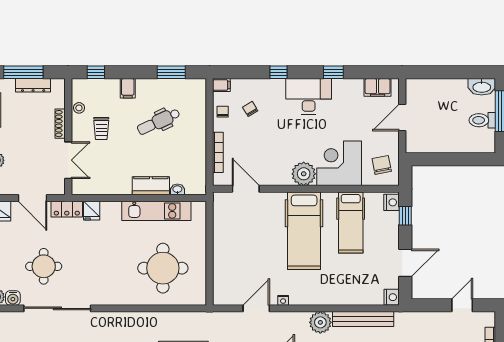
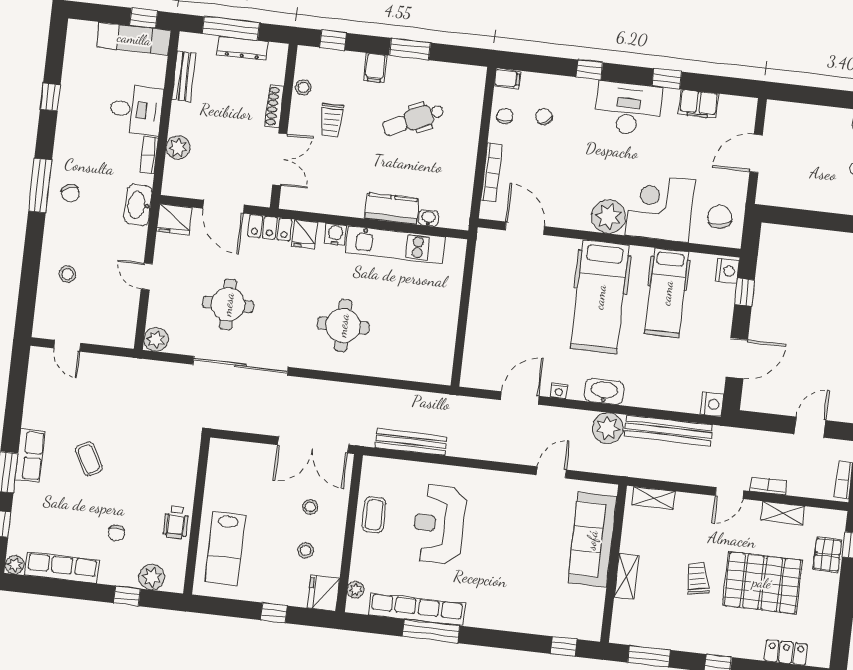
window: (171, 72) -> (410, 49), moved
filing cabinet: (378, 87) -> (699, 104), moved
round table: (163, 268) -> (343, 325), moved, width x0.73, depth x0.73
washbasin: (315, 297) -> (604, 391), added
water cooler: (13, 298) -> (335, 234), moved, turned 180

